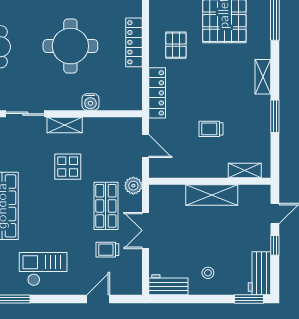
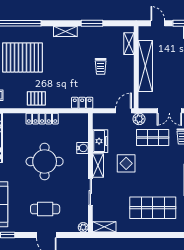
pallet: (176, 45) -> (36, 98), moved
locker: (157, 93) -> (82, 103), width x0.66
freezer: (101, 128) -> (100, 141), added
door: (145, 146) -> (124, 111), moved
shelving: (212, 195) -> (145, 66), width x1.47

